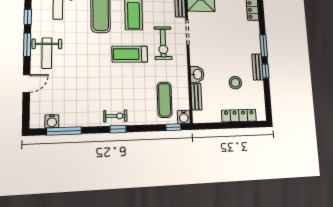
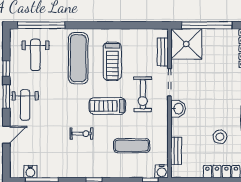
washbasin: (197, 74) -> (178, 109), moved
exercise mat: (165, 100) -> (132, 146), moved, turned 90
exercise bike: (115, 116) -> (82, 134), moved

